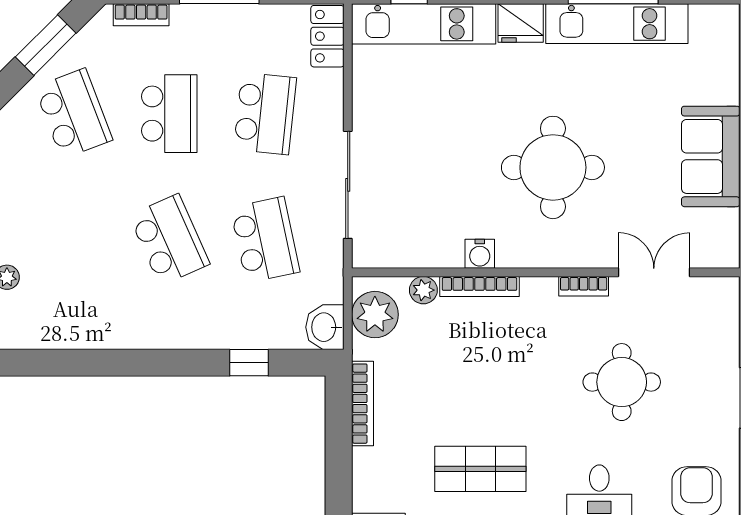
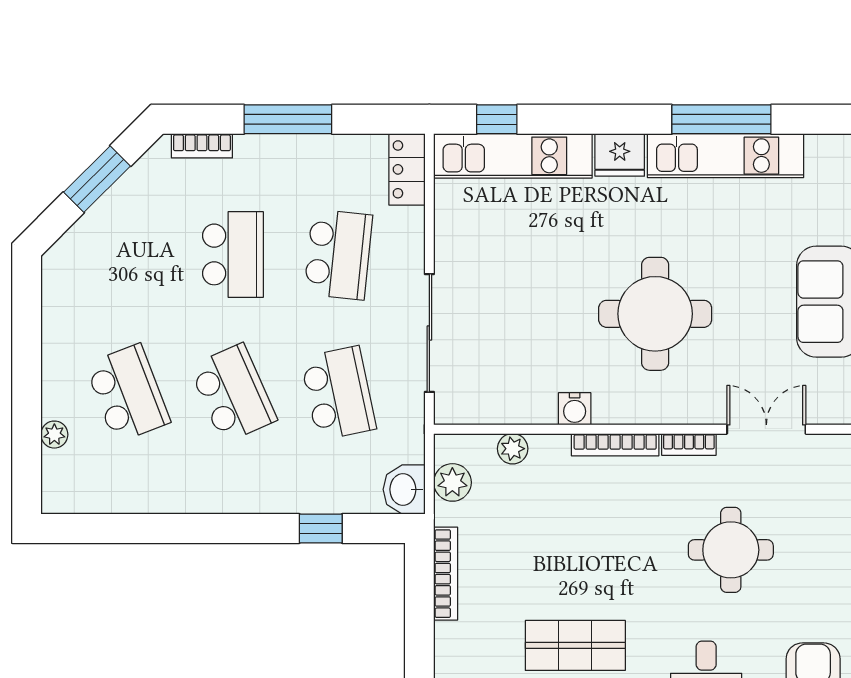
school desk: (74, 114) -> (128, 393), moved
bookcase: (479, 286) -> (615, 445), moved
plant: (375, 315) -> (452, 482), width x0.73, depth x0.73

